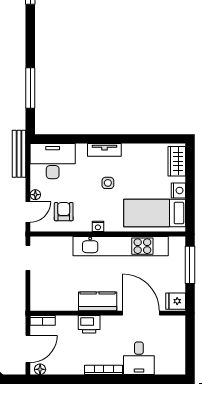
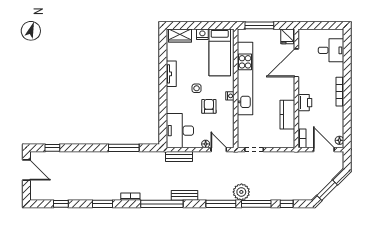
tv unit: (104, 150) -> (171, 74), moved
bench: (19, 154) -> (179, 156), width x0.73
armchair: (64, 212) -> (209, 106), moved, turned 90
kitchen counter: (98, 301) -> (287, 115), moved
desk: (139, 358) -> (331, 50), moved

